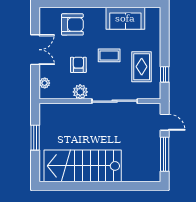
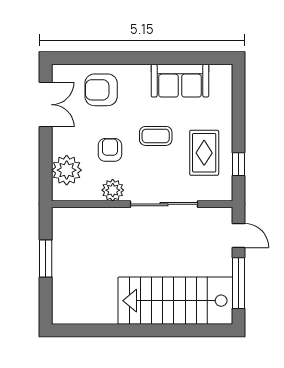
armchair: (72, 24) -> (101, 90), turned 180
double door: (35, 50) -> (46, 105), moved
plant: (45, 83) -> (67, 170), width x1.87, depth x1.87
stairs: (83, 166) -> (175, 301), moved

